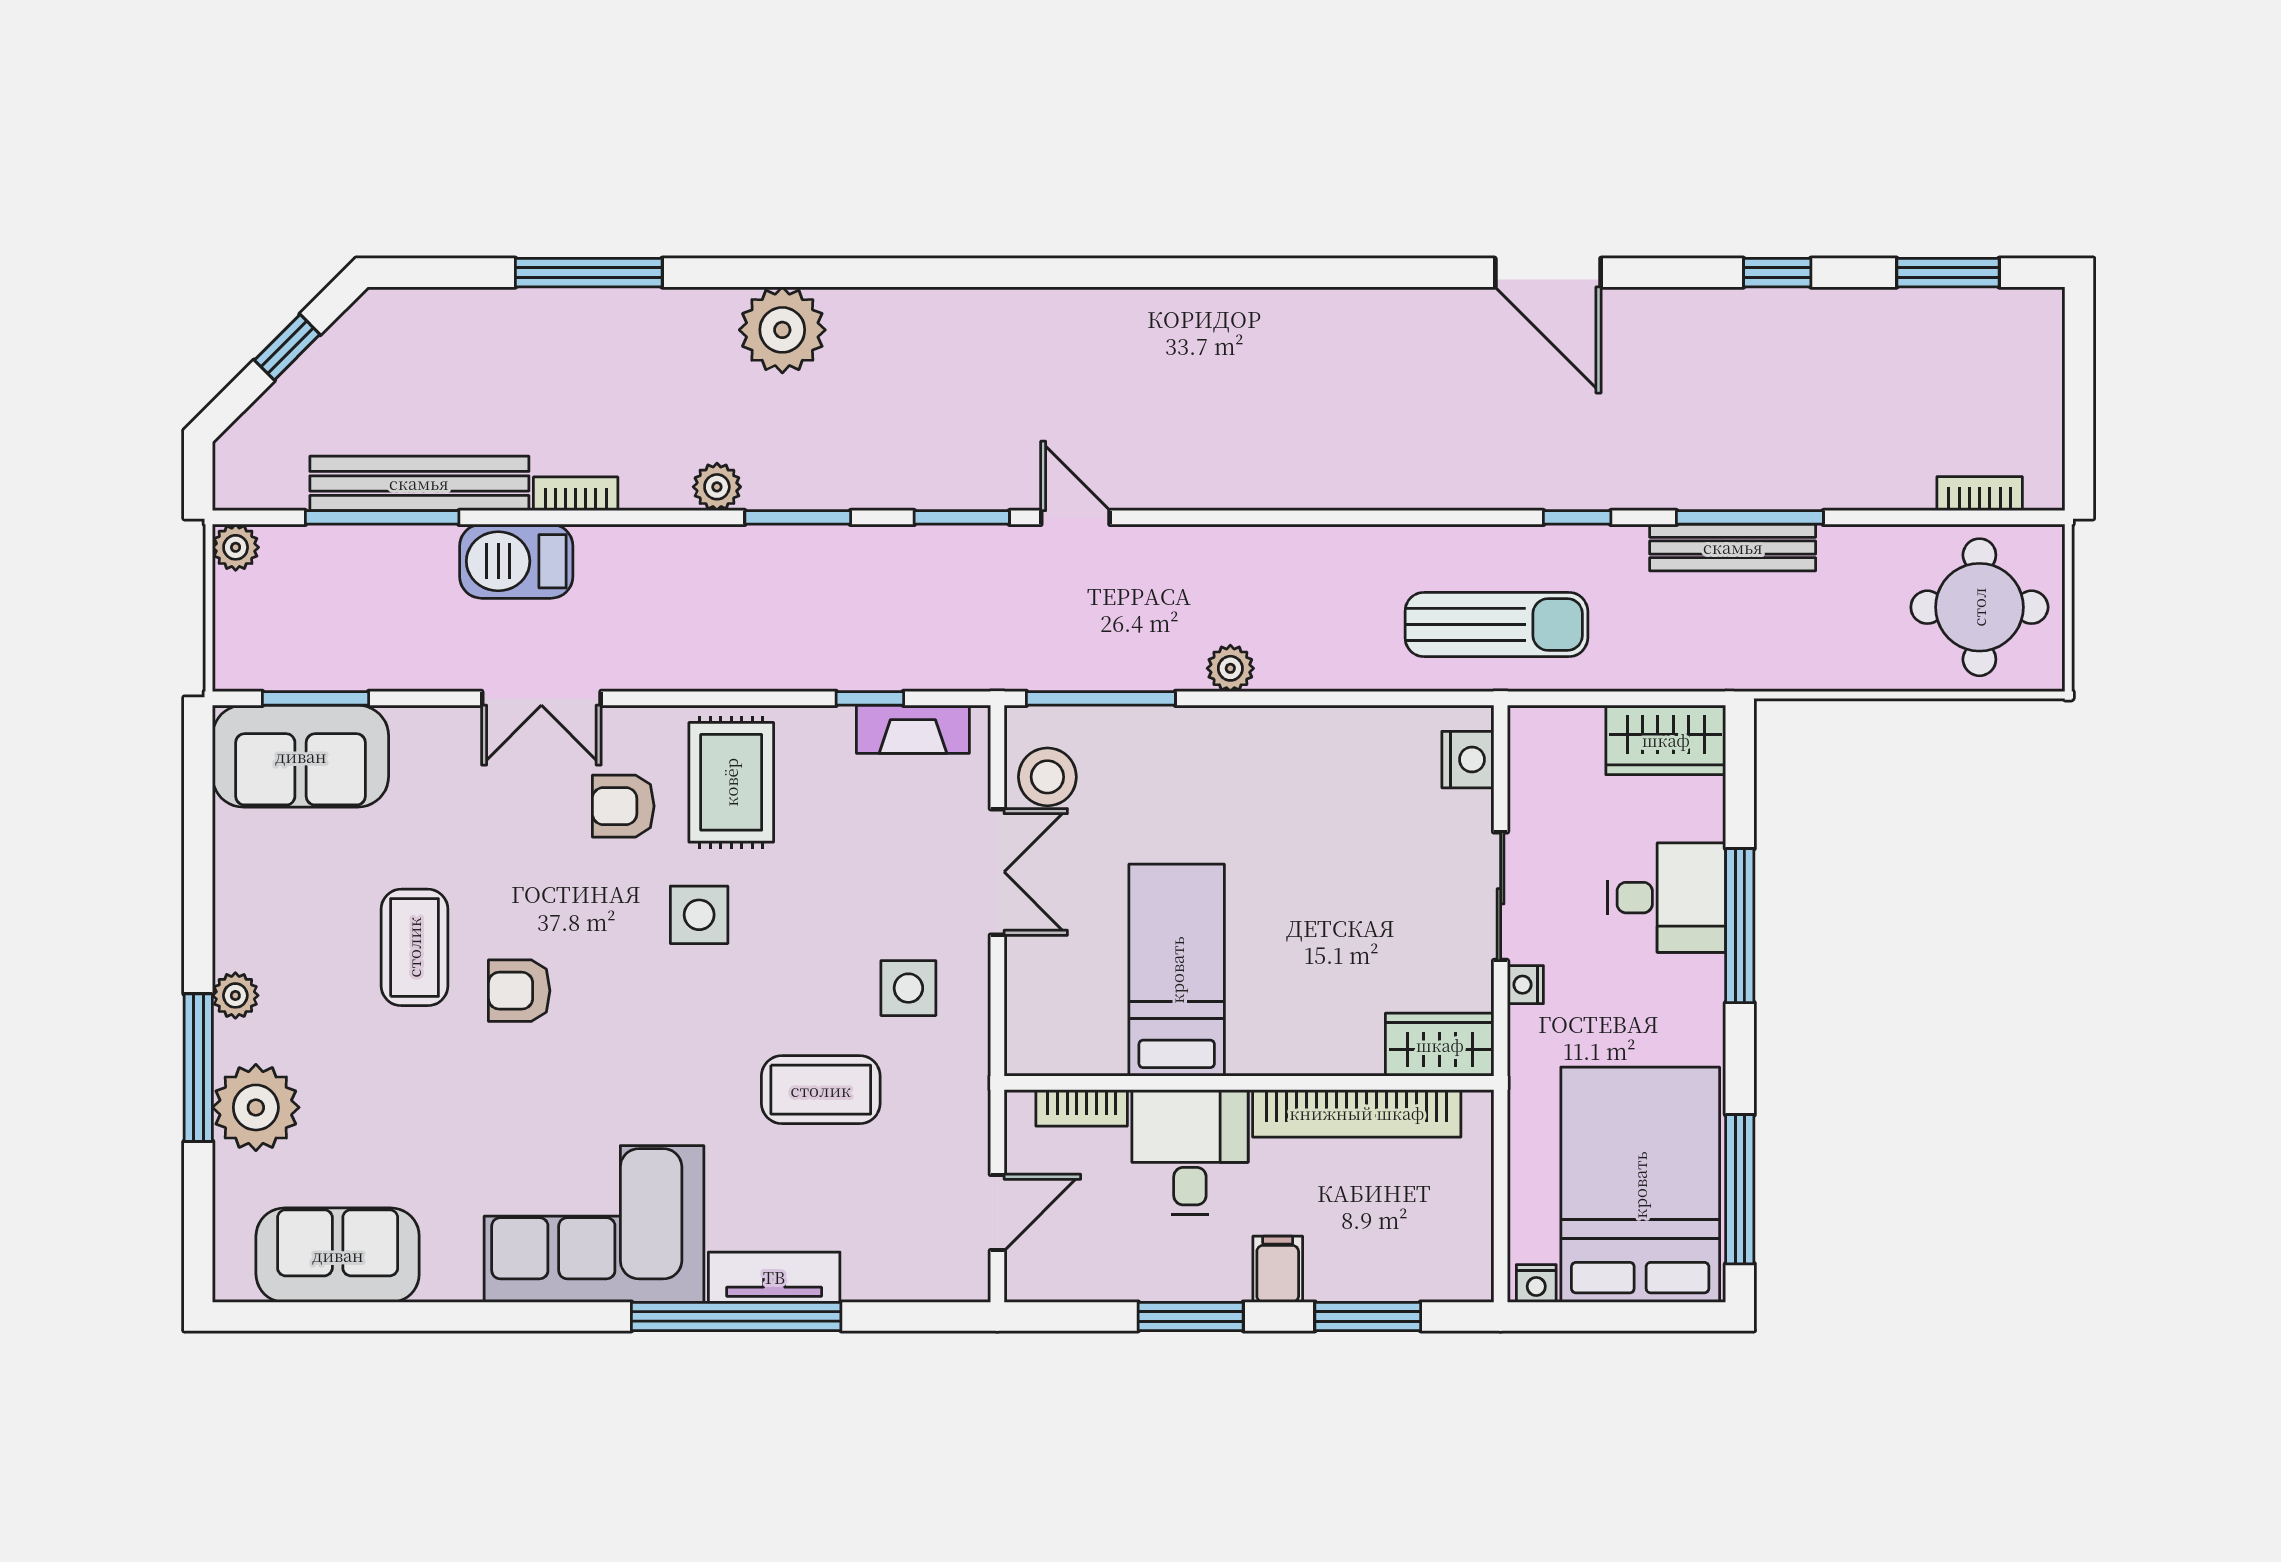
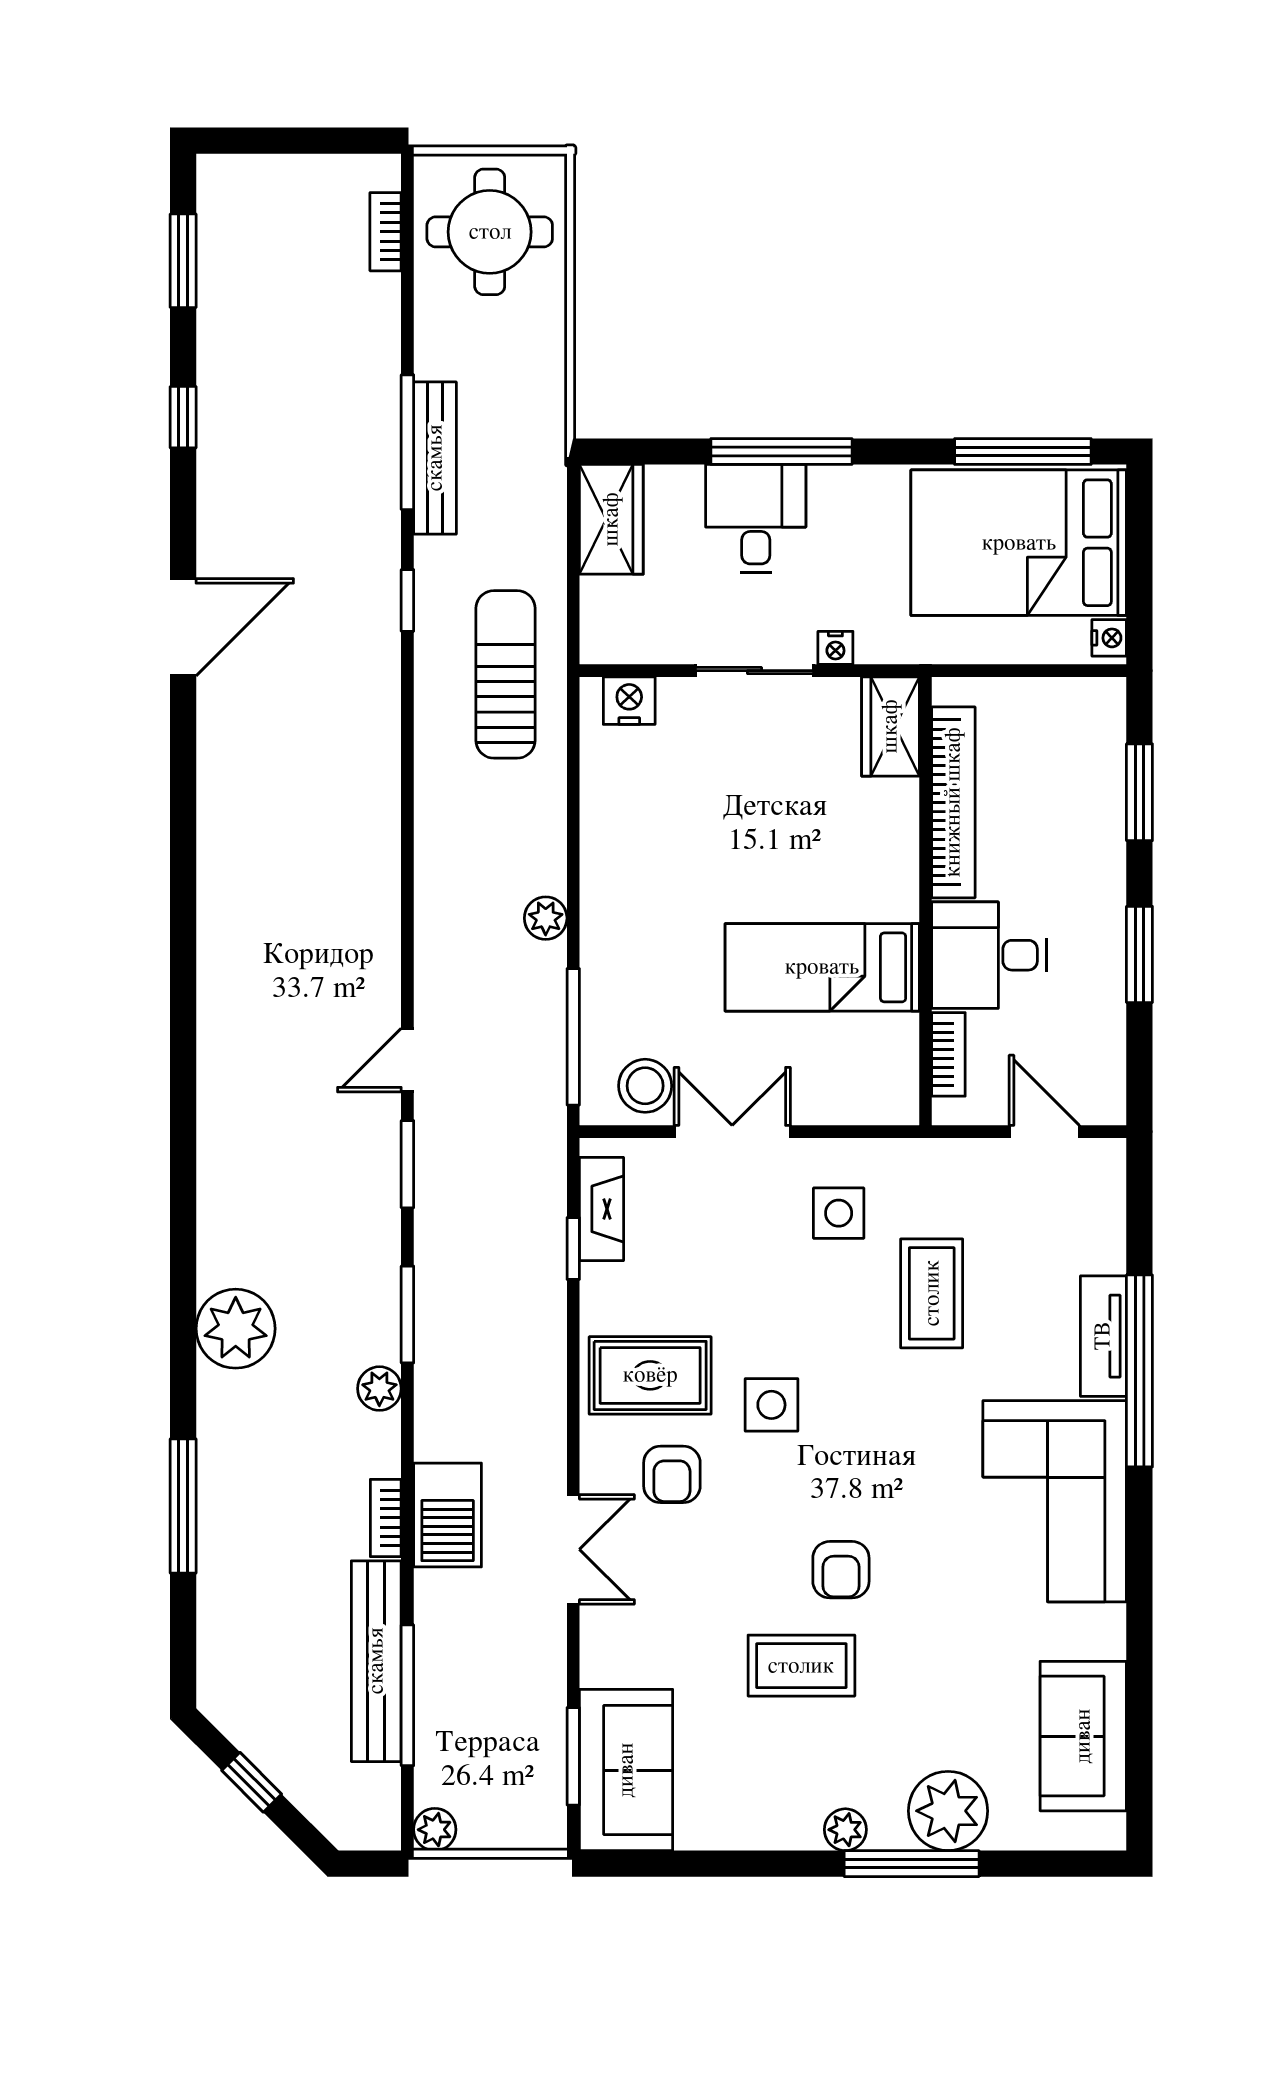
barbecue: (516, 561) -> (448, 1515), moved
filing cabinet: (1278, 1269) -> (1096, 875), removed

